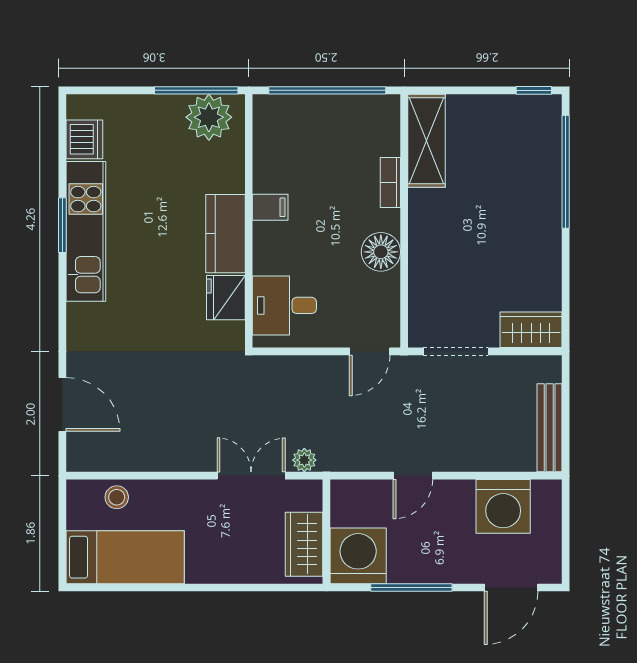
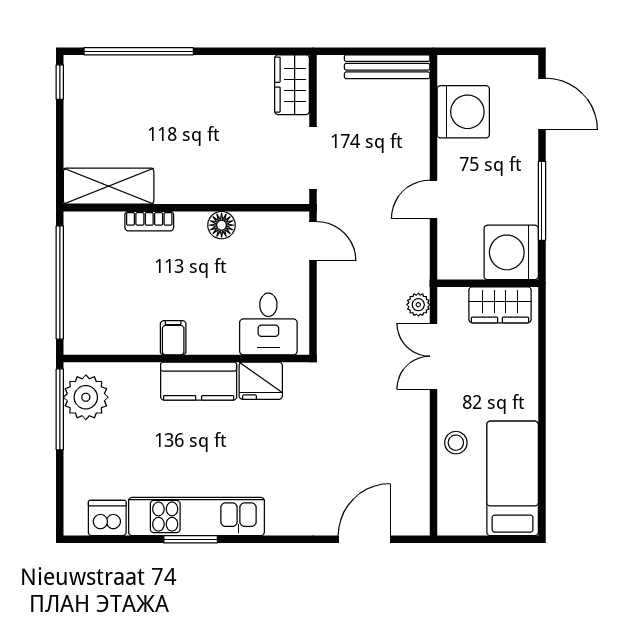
floor lamp: (381, 252) -> (222, 225), width x0.73, depth x0.73
door: (413, 476) -> (433, 199), swing flipped
stool: (117, 497) -> (456, 443), moved

